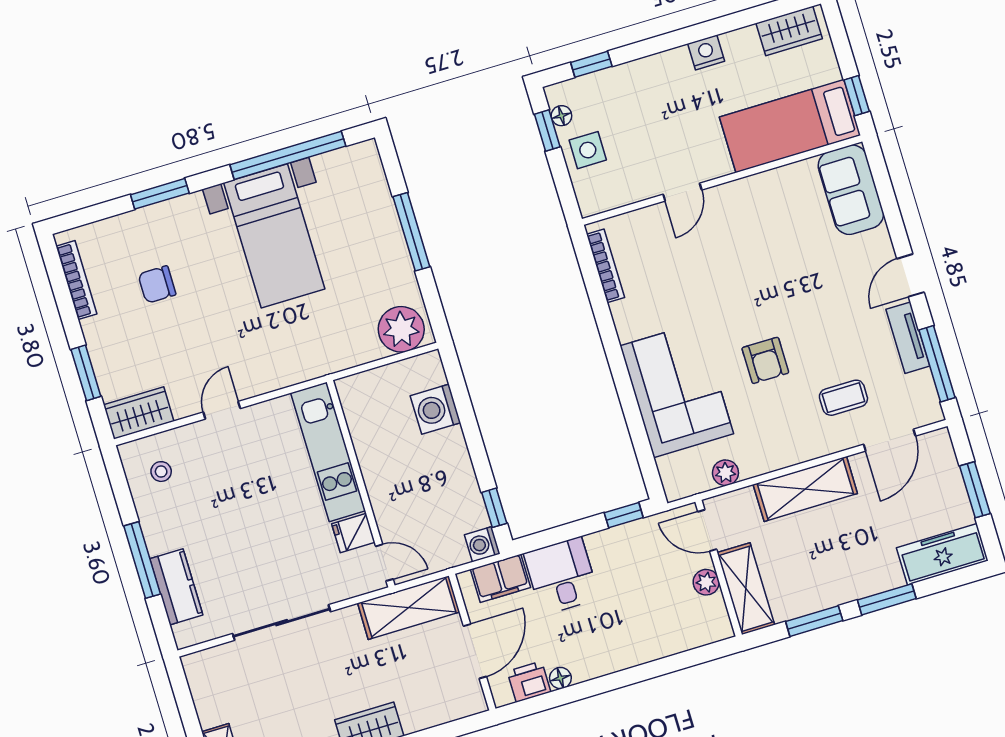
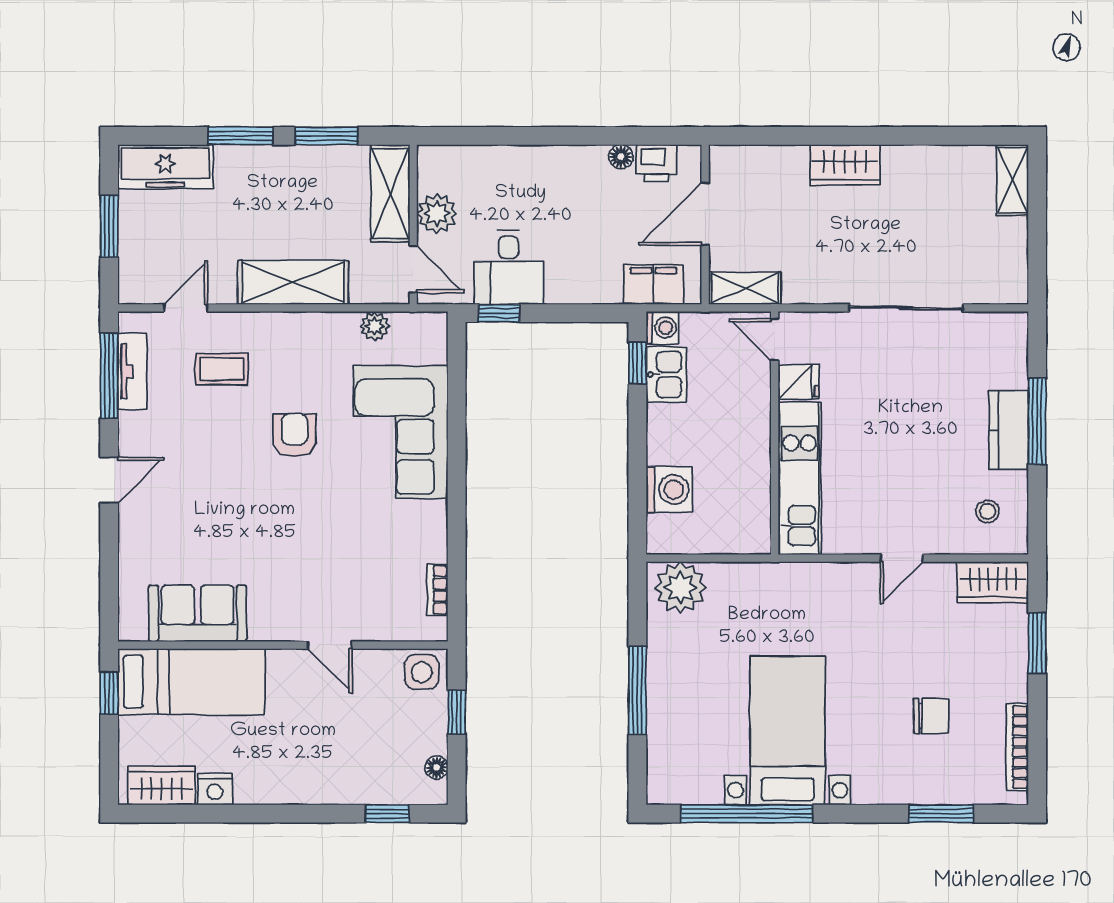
nightstand: (706, 52) -> (215, 789), moved
window: (547, 130) -> (457, 712), moved
side table: (588, 150) -> (422, 672), moved
sofa: (851, 190) -> (198, 613), moved, turned -90
door: (682, 192) -> (330, 645), swing flipped
window: (160, 194) -> (941, 814), moved
bookcase: (605, 266) -> (438, 590), width x0.64
tv unit: (908, 338) -> (132, 372), moved
door: (890, 440) -> (186, 308), width x0.73
kitchen sink: (467, 506) -> (666, 374), added
desk: (561, 576) -> (508, 267), moved
plant: (706, 582) -> (437, 213), width x1.38, depth x1.38
kitchen counter: (176, 587) -> (1009, 430), moved
shelving: (409, 608) -> (745, 288), width x0.67, depth x0.75

